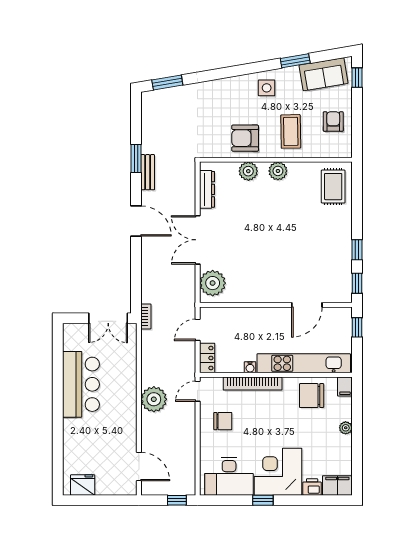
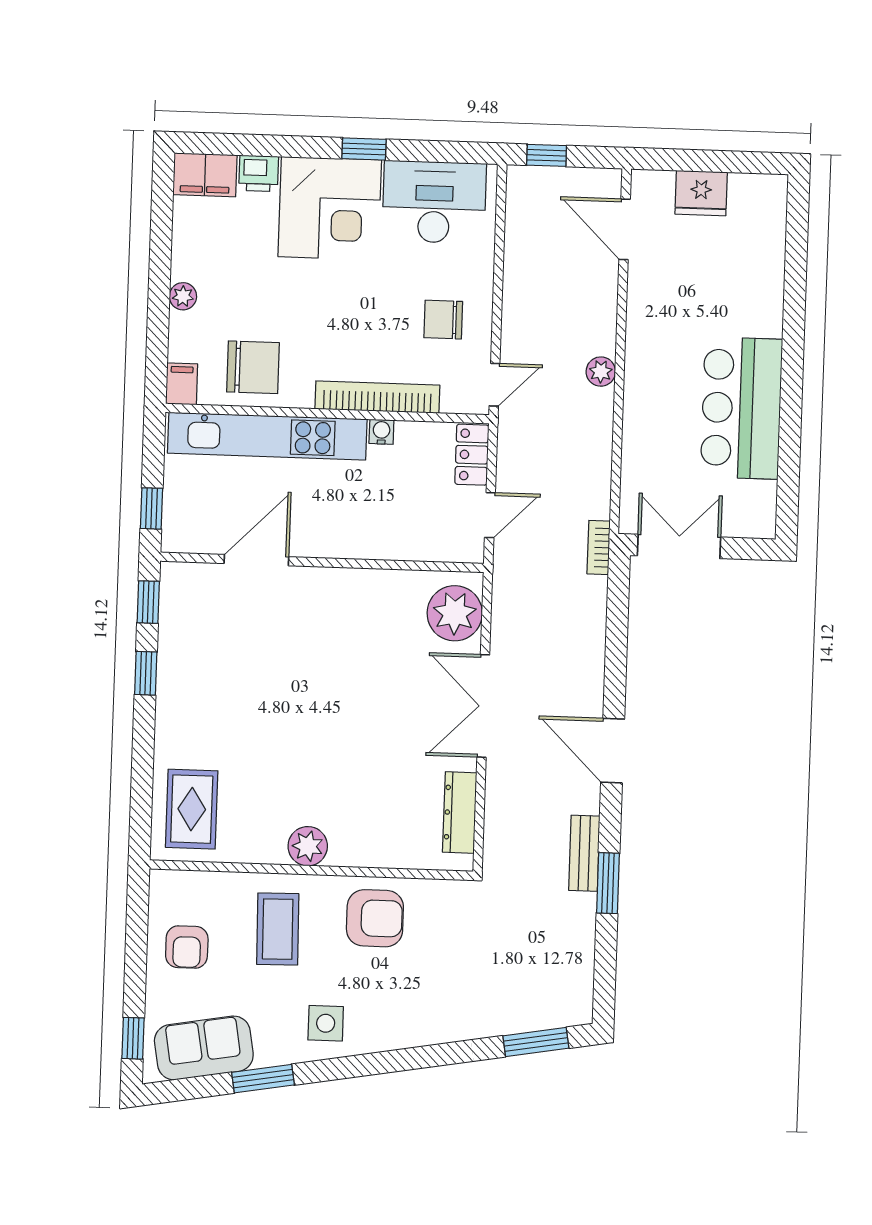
plant: (248, 171) -> (371, 848), removed
double door: (198, 240) -> (483, 706), swing flipped
plant: (154, 399) -> (601, 372), width x0.53, depth x0.53
fridge: (83, 485) -> (701, 193), moved

